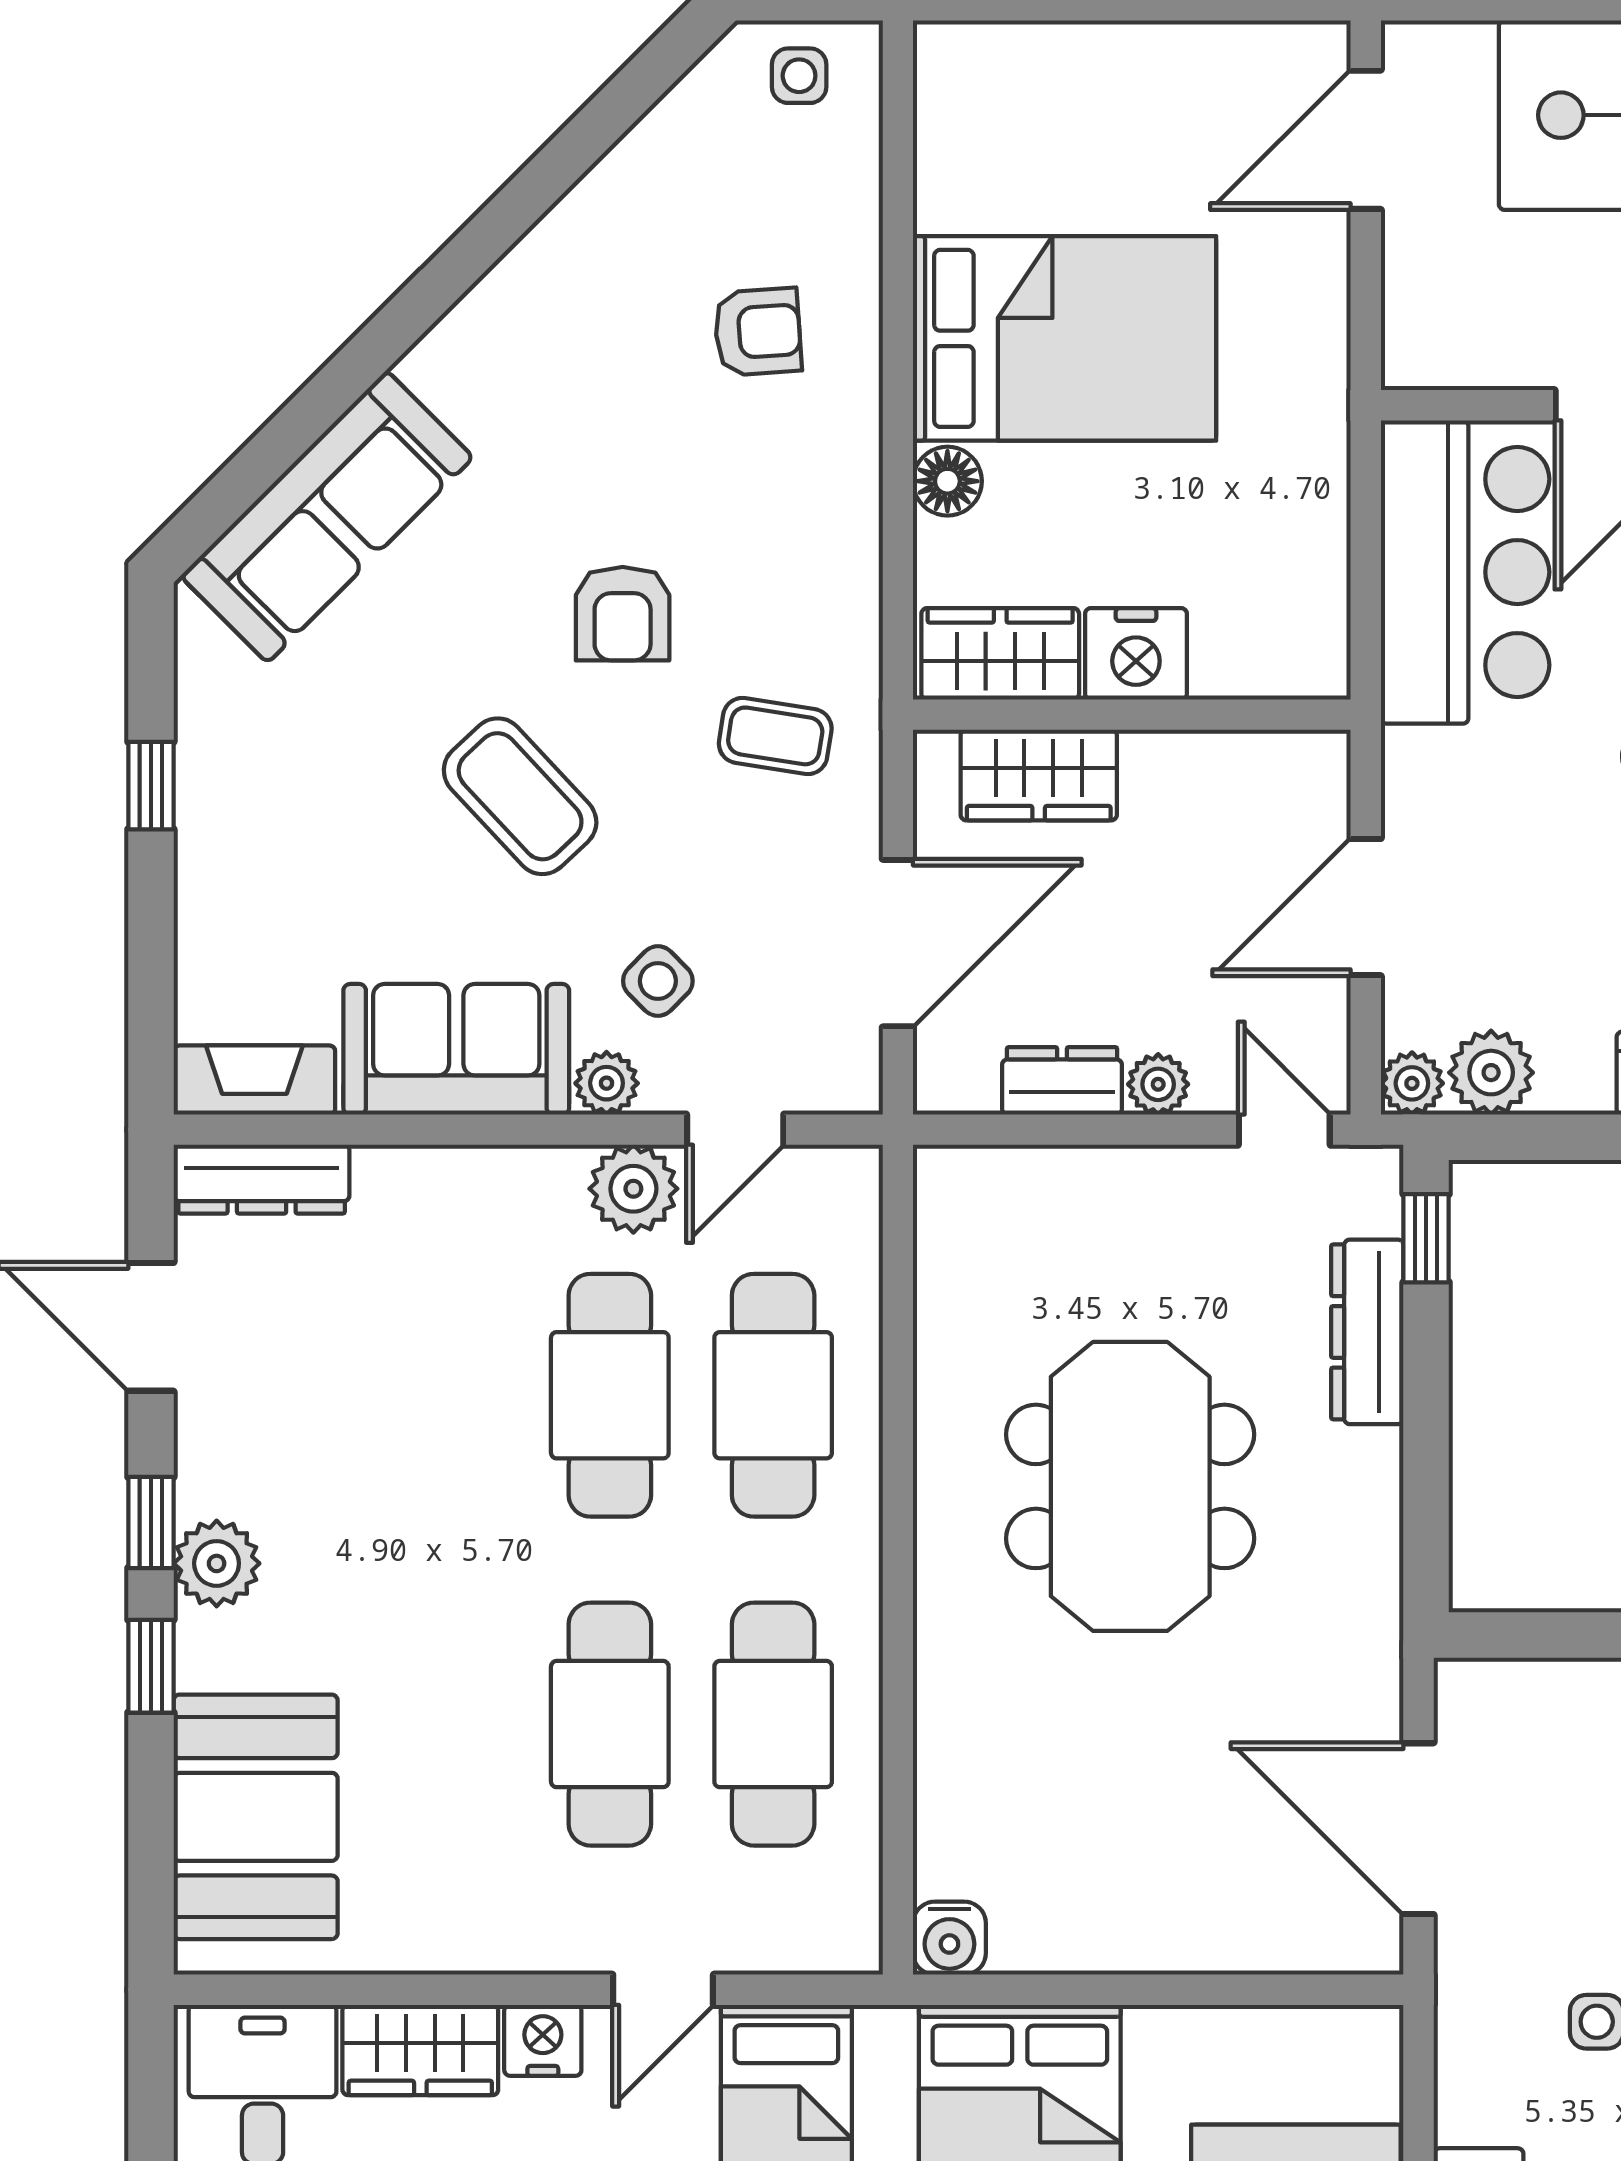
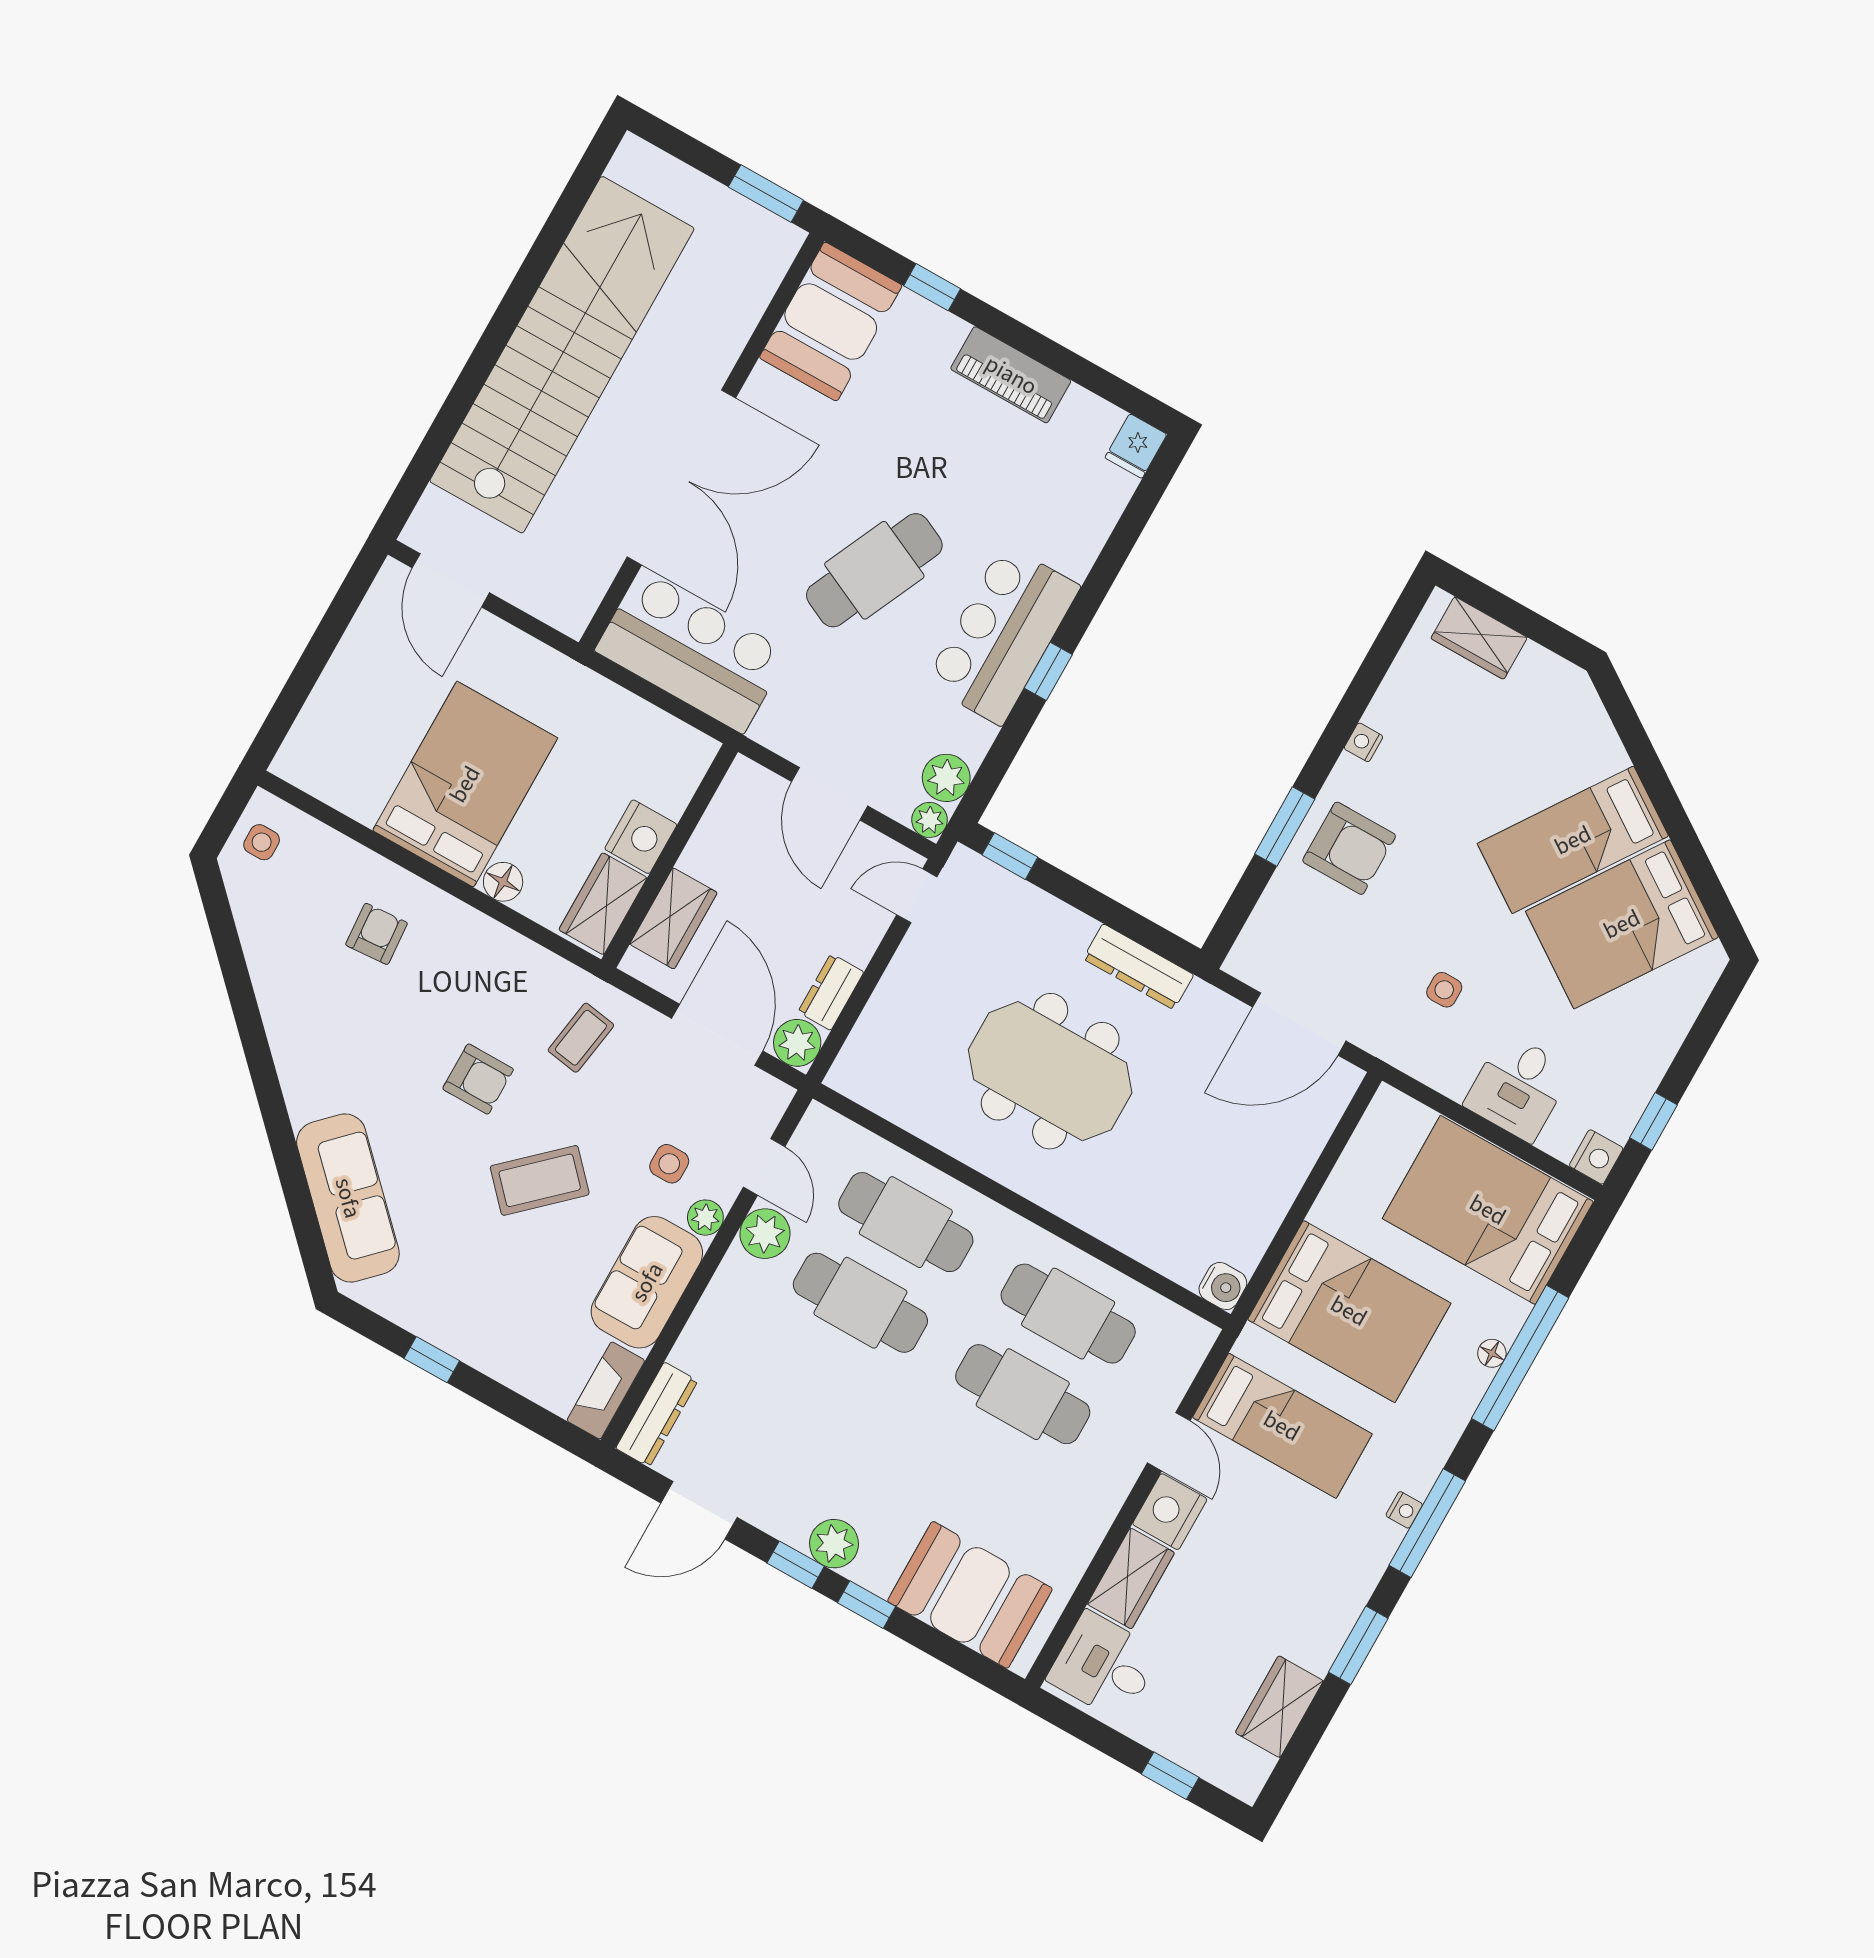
side table: (658, 981) -> (669, 1164), turned 45
plant: (1158, 1084) -> (797, 1043), moved, width x1.38, depth x1.38
dresser: (1367, 1332) -> (1138, 967), moved
nightstand: (543, 2040) -> (1170, 1512), width x1.36, depth x1.33

